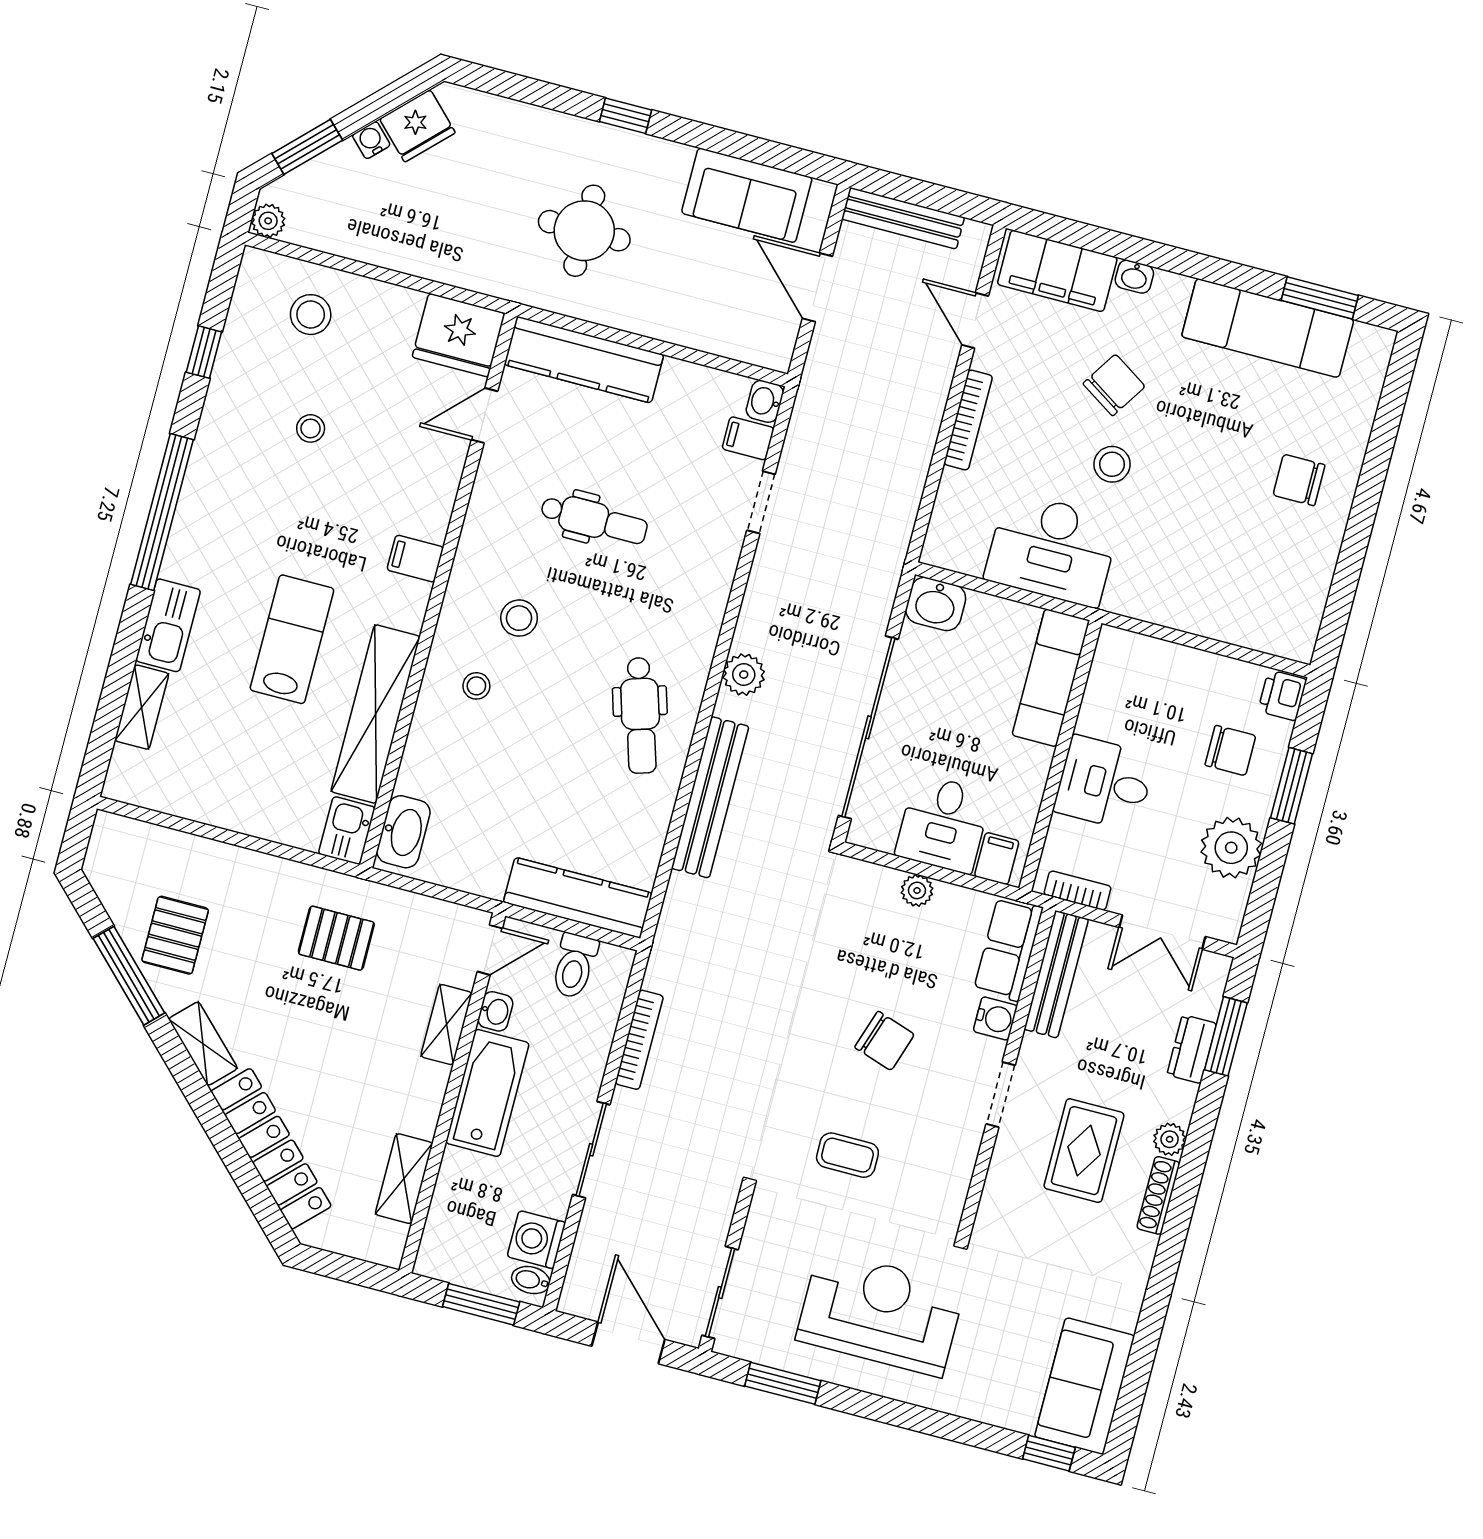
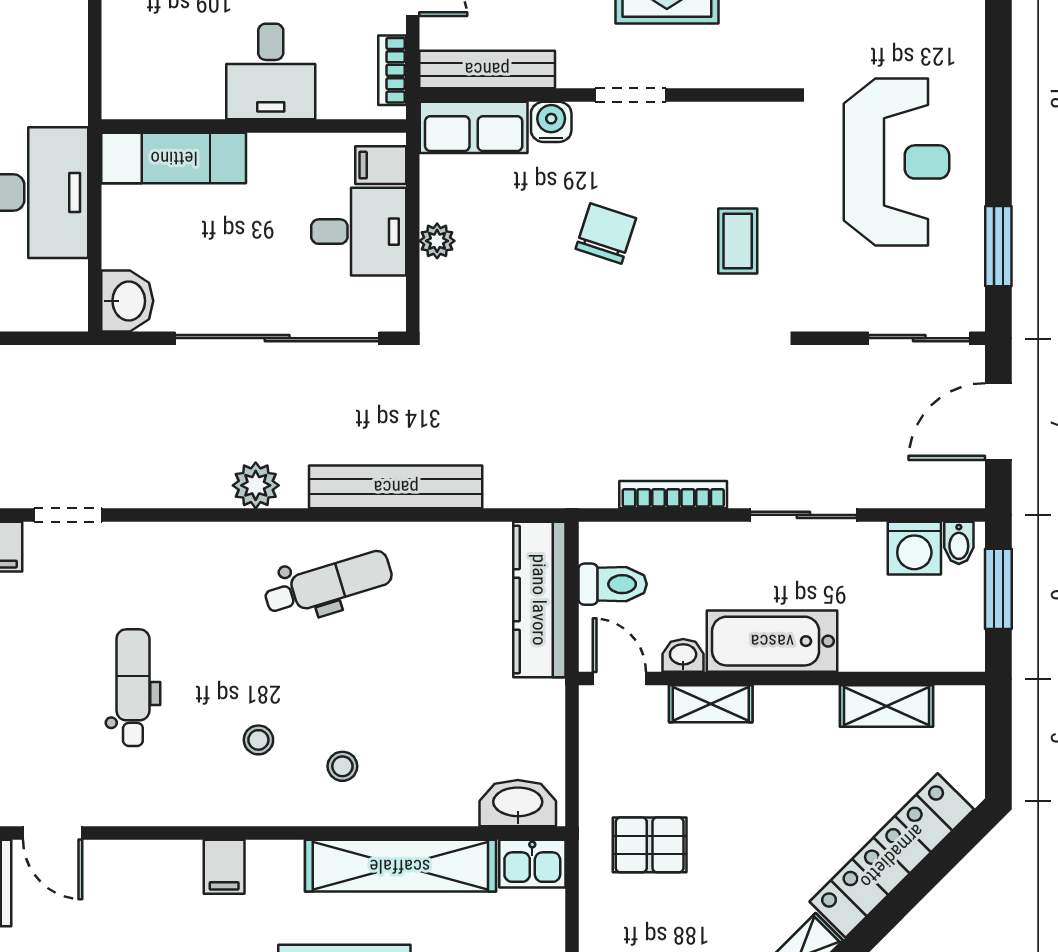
stool: (519, 618) -> (258, 740), width x0.73, depth x0.73
pallet: (336, 938) -> (650, 845), turned 90
reception desk: (880, 1313) -> (896, 162), turned 180

